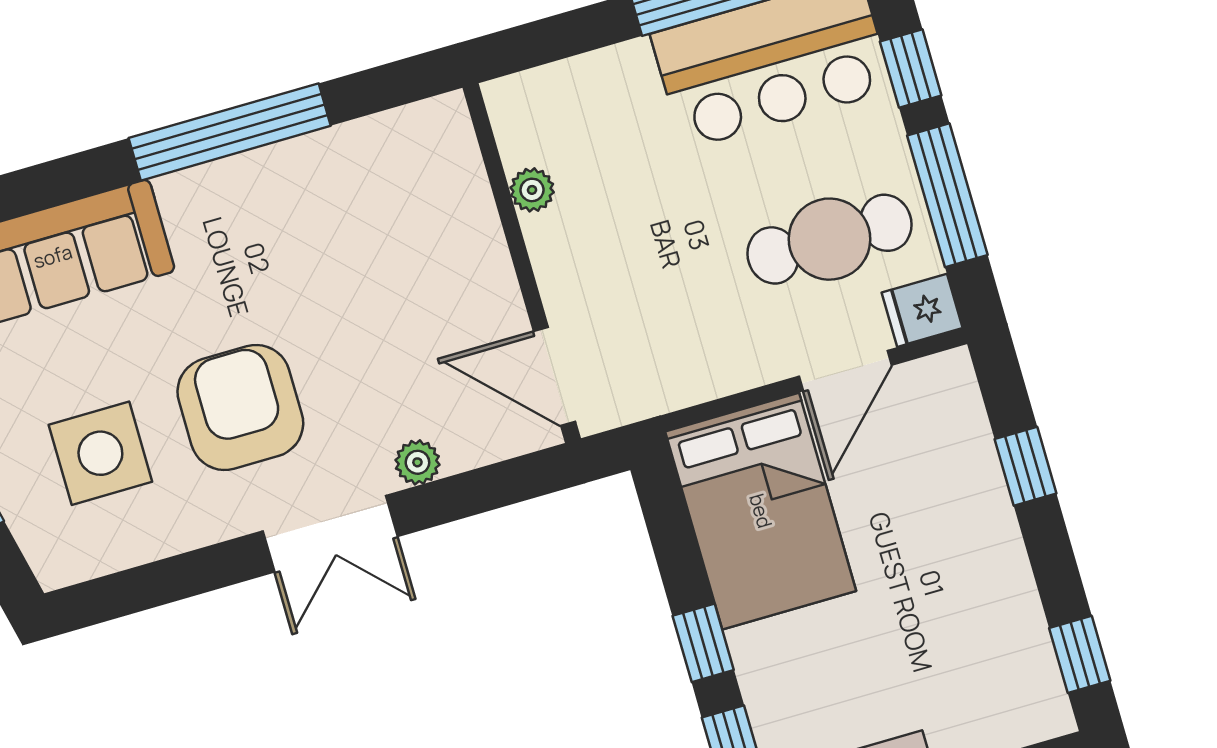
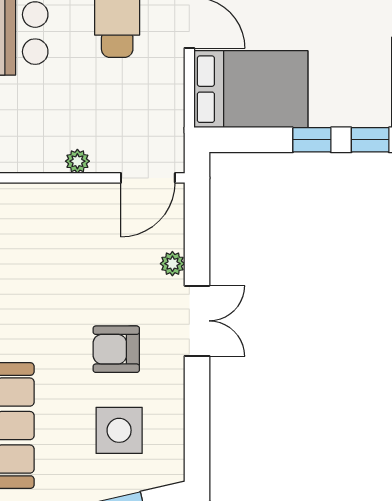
plant: (532, 190) -> (77, 161), moved
armchair: (240, 408) -> (116, 349), width x0.73, depth x0.73

